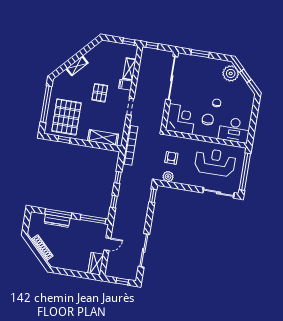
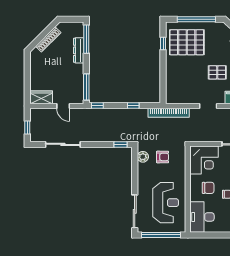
shelving: (103, 138) -> (172, 83), removed
window: (114, 202) -> (97, 105), moved
window: (58, 213) -> (86, 39), moved

